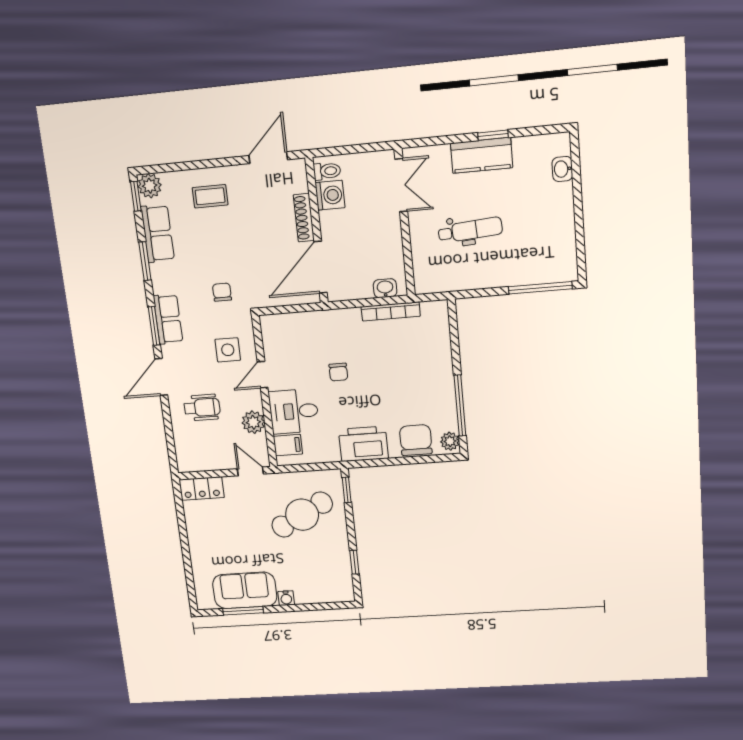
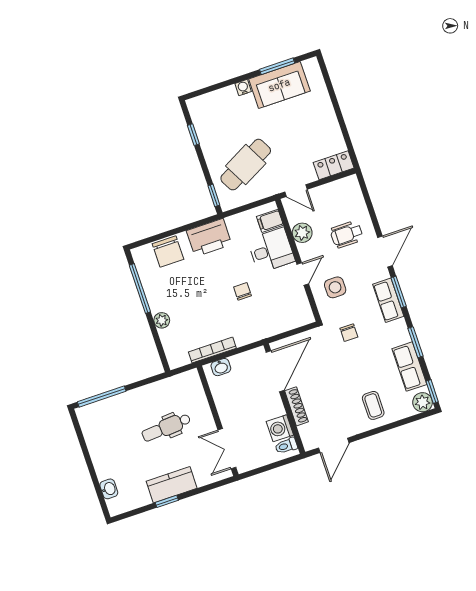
coffee table: (210, 196) -> (373, 405), turned 90
plant: (450, 441) -> (162, 320), moved

